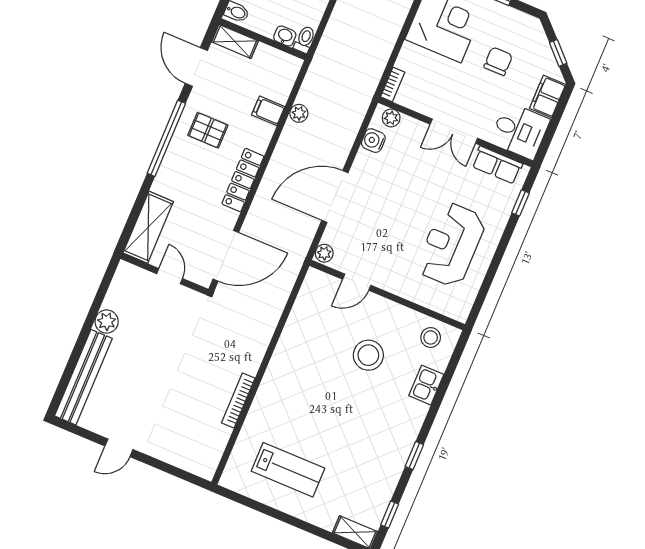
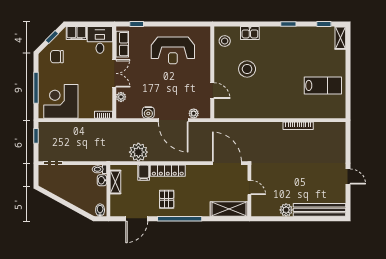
shelving: (235, 41) -> (115, 182), moved
chair: (498, 61) -> (57, 57), moved
plant: (299, 113) -> (138, 152), width x1.88, depth x1.88
plant: (391, 118) -> (121, 97), moved
water cooler: (373, 141) -> (148, 113), moved
locker: (243, 180) -> (168, 171), moved
plant: (324, 253) -> (194, 113), moved
door: (170, 276) -> (249, 188), swing flipped
lab bench: (288, 470) -> (323, 85), turned 90

